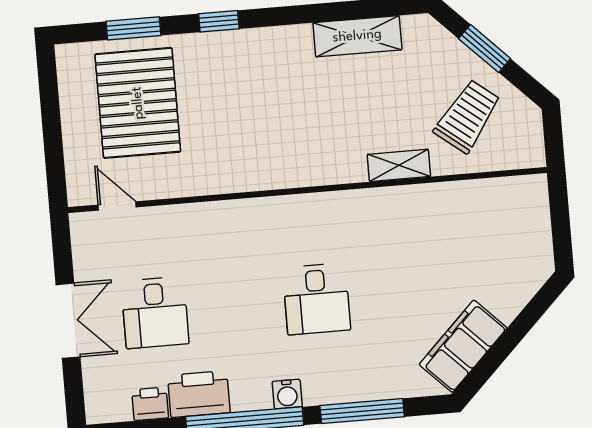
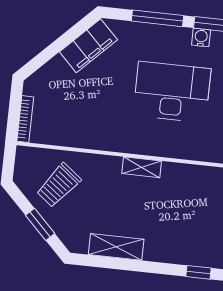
shelving: (399, 165) -> (142, 167), moved
bookcase: (541, 211) -> (25, 119), added
desk: (317, 299) -> (172, 92), width x1.87, depth x1.30

